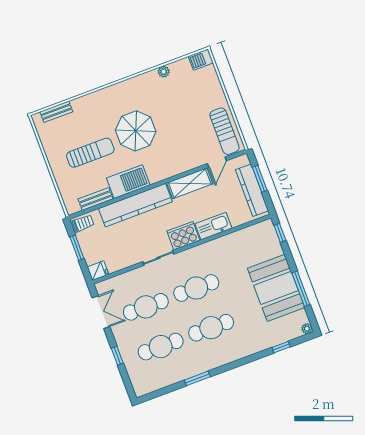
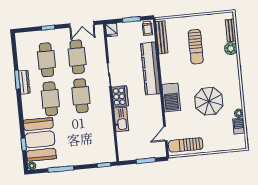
barbecue: (201, 60) -> (239, 126), moved
plant: (80, 105) -> (231, 49), added
parasol: (136, 131) -> (209, 101), moved
door: (217, 162) -> (165, 134), hinge flipped
barbecue: (128, 182) -> (171, 97), moved
shelving: (190, 183) -> (156, 111), removed
kitchen counter: (252, 190) -> (139, 153), removed
bench: (96, 199) -> (162, 37), width x1.36
booth: (276, 288) -> (40, 139), moved, turned 90
dresser: (198, 368) -> (24, 82), added

